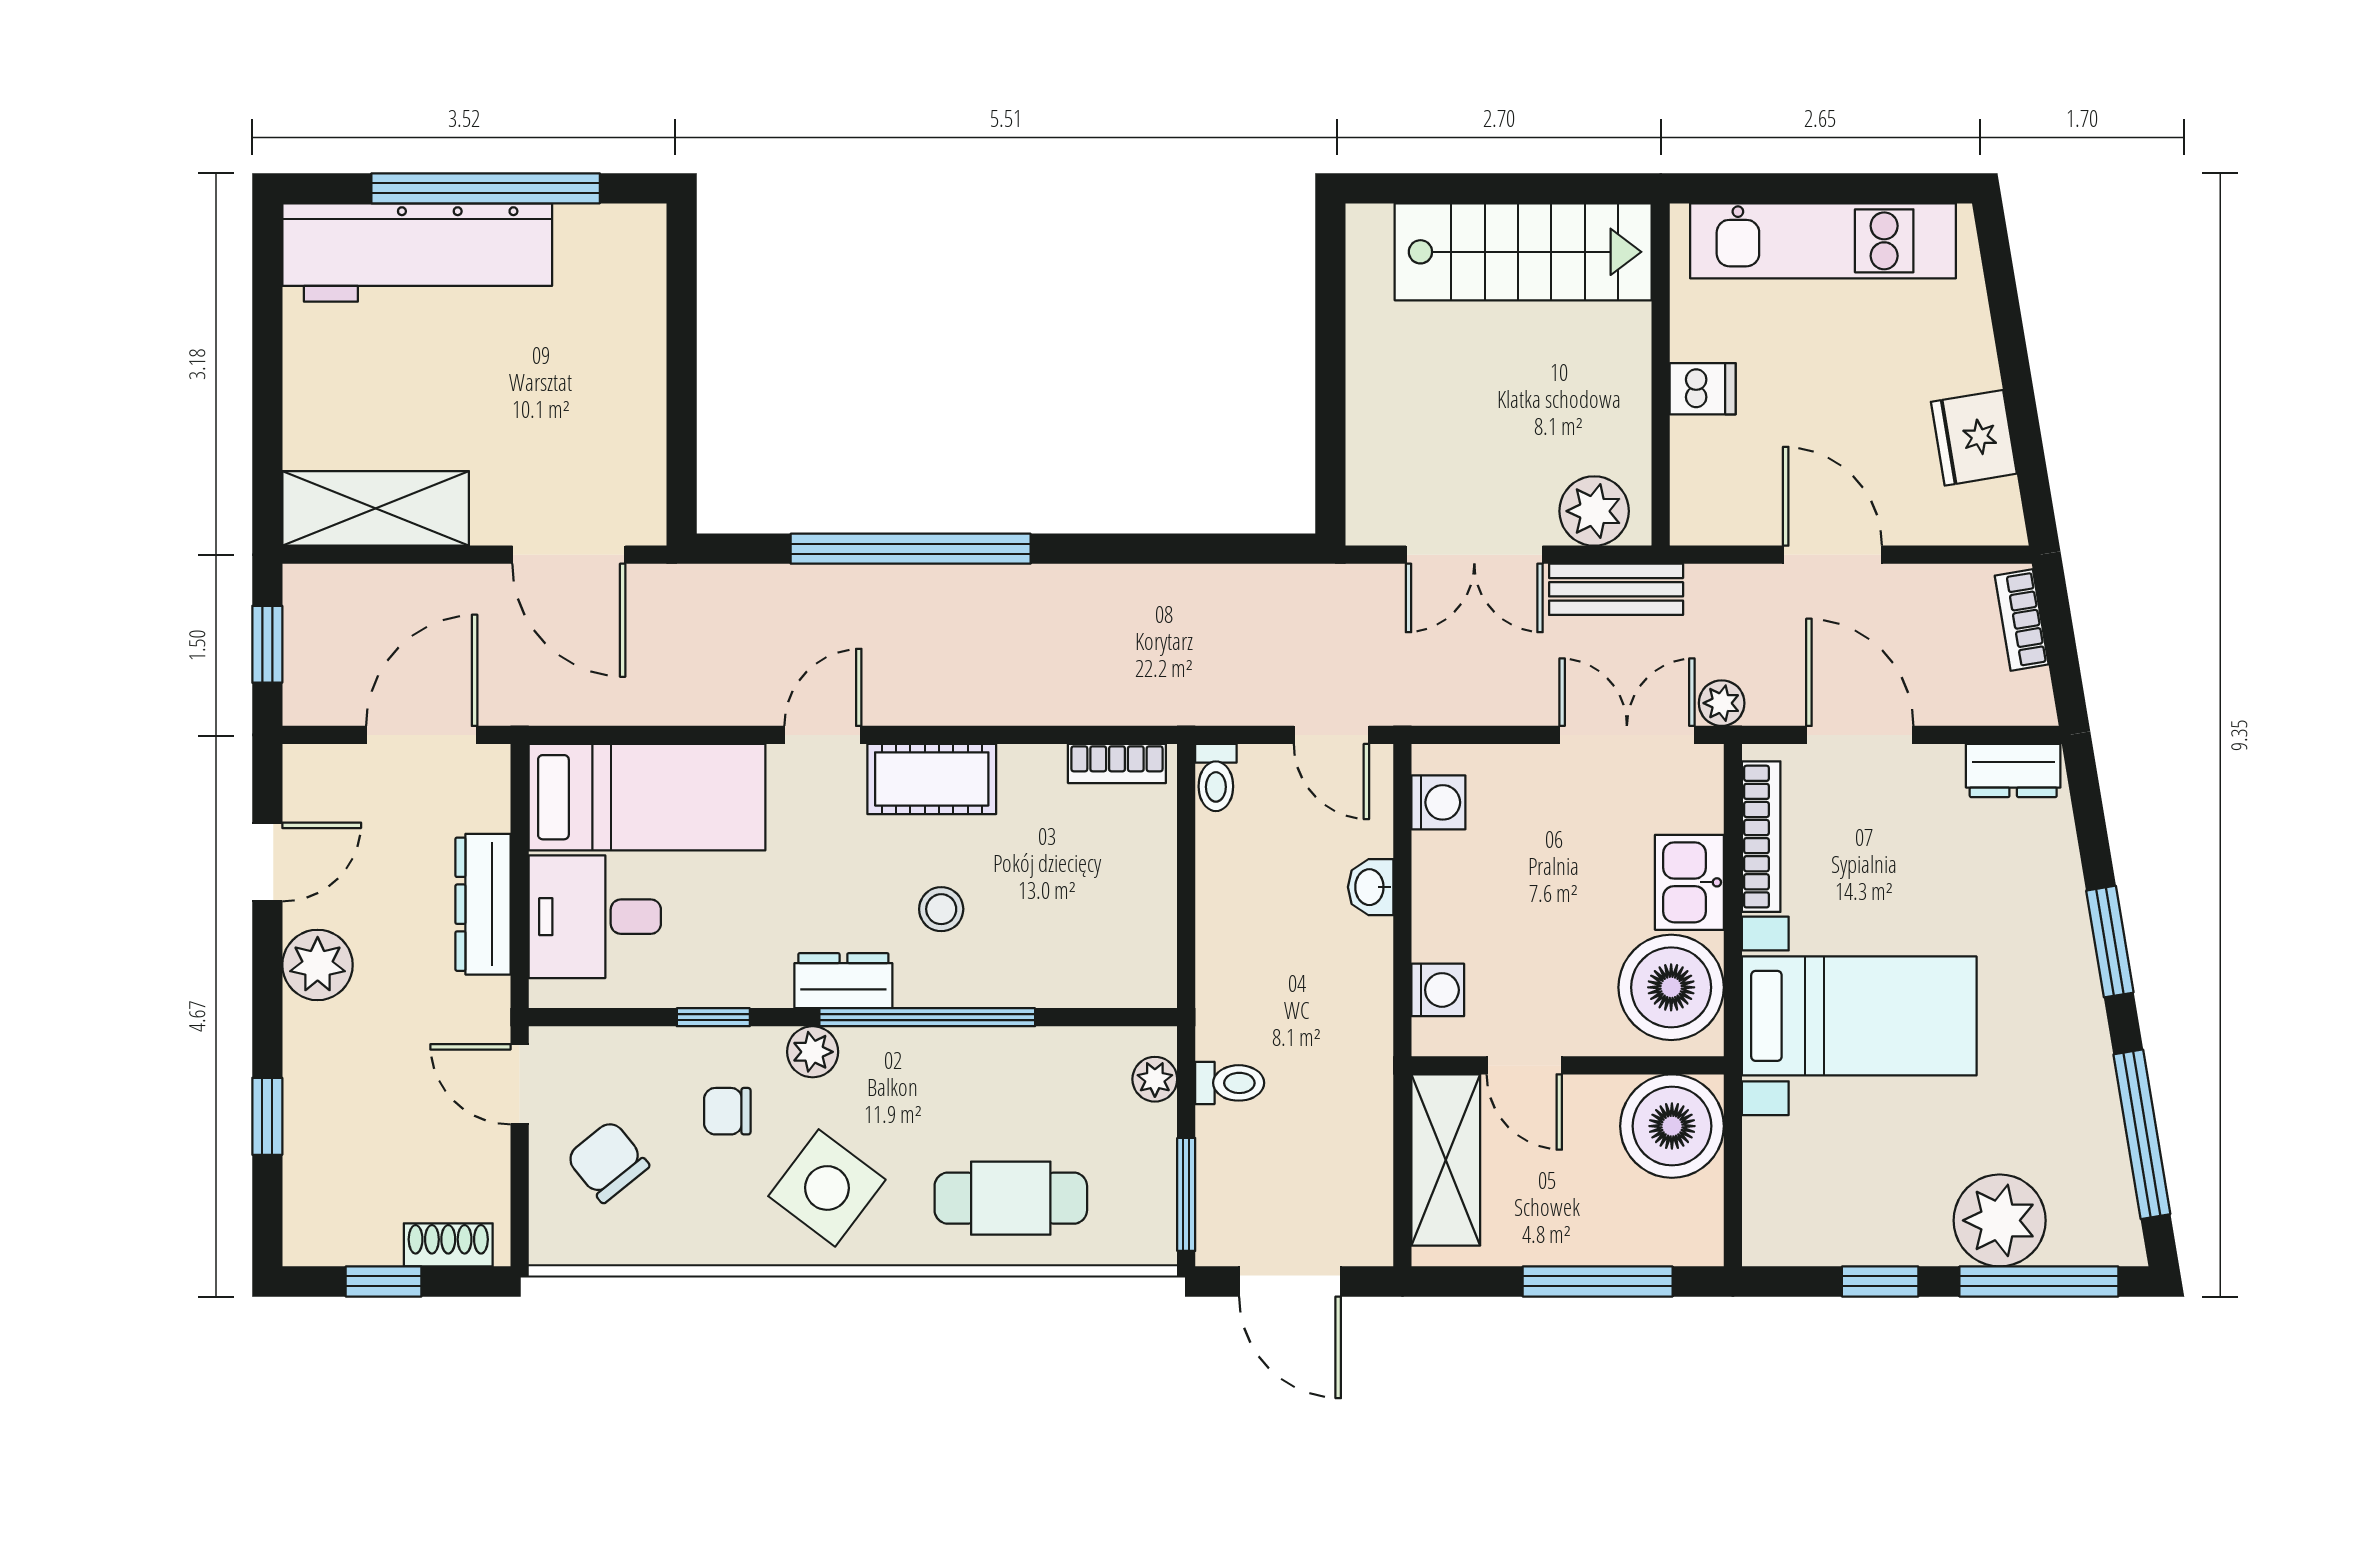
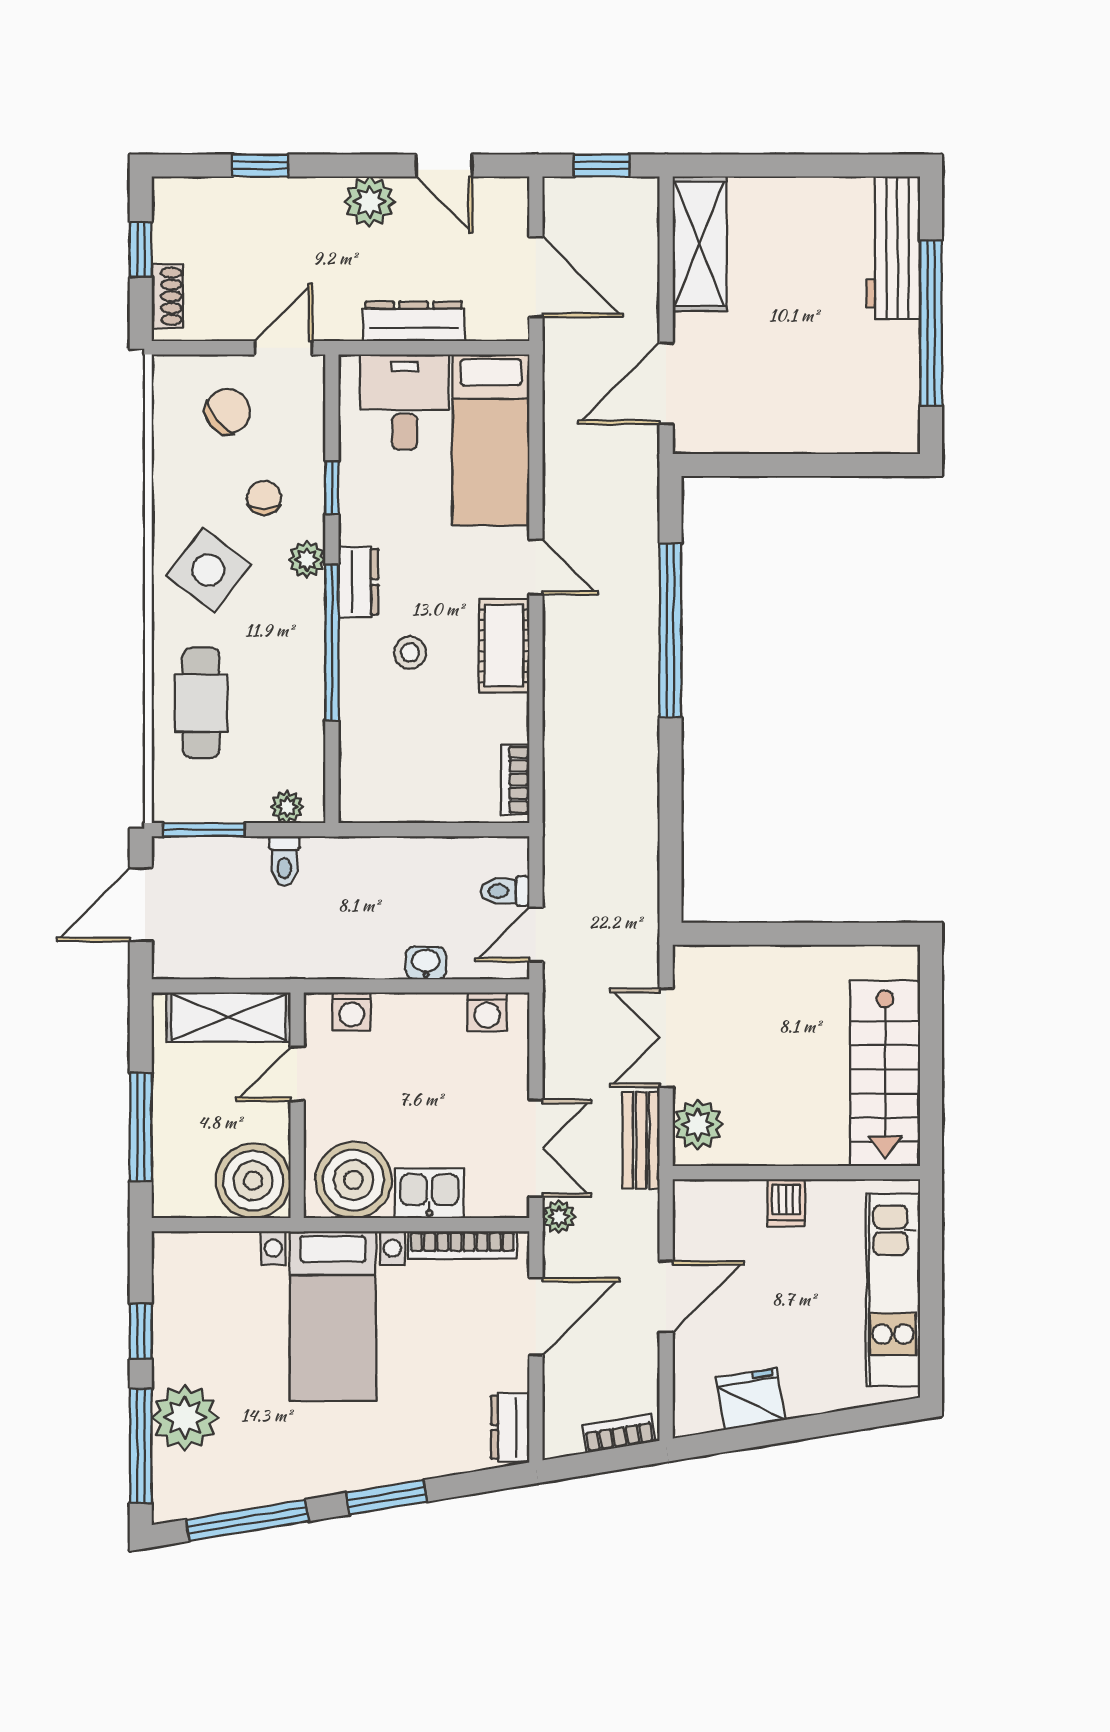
workbench: (417, 253) -> (893, 248), width x0.73, depth x0.76
toilet: (1216, 778) -> (505, 891), moved

